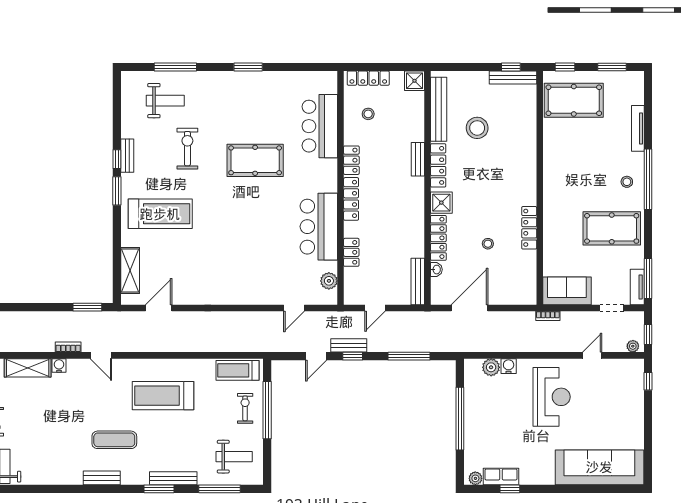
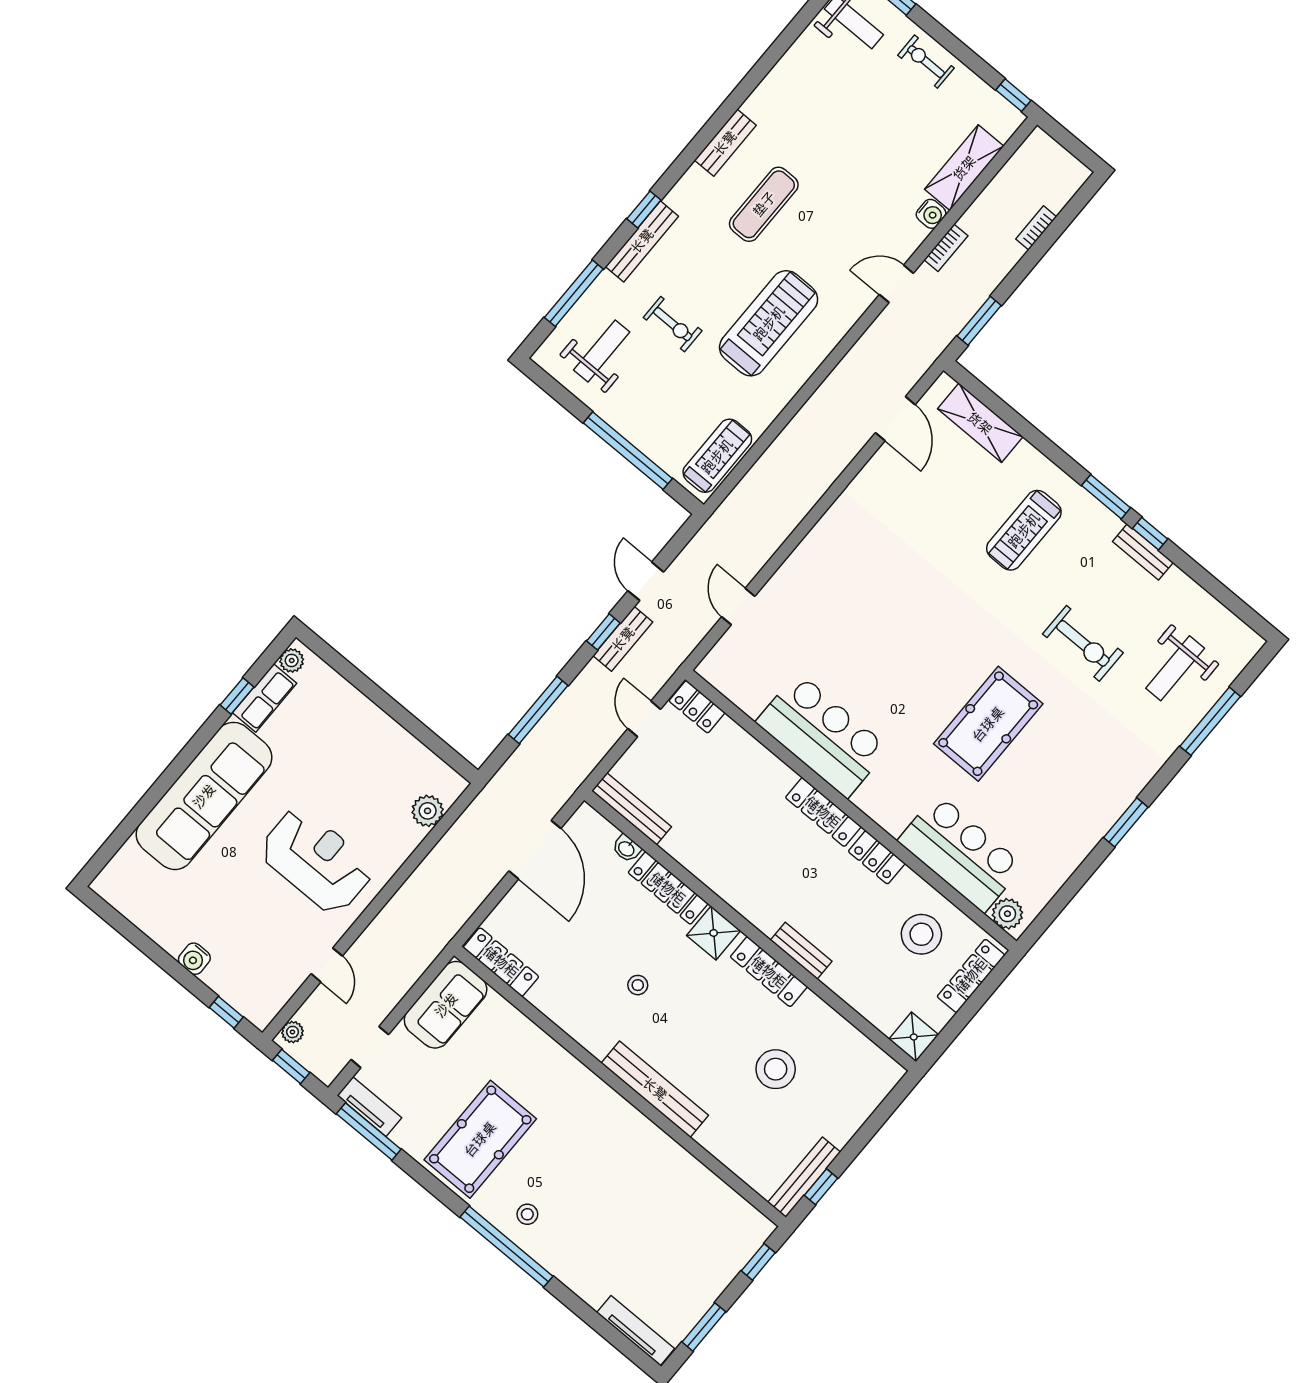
pool table: (574, 100) -> (702, 1235), removed
bench: (439, 109) -> (655, 1089), moved
stool: (368, 114) -> (921, 934), width x1.89, depth x1.89
tv unit: (638, 128) -> (636, 1331), moved
treadmill: (160, 214) -> (1024, 530), width x0.73, depth x0.73
locker: (529, 228) -> (501, 962), moved
stool: (488, 244) -> (638, 985), moved
locker: (351, 252) -> (697, 707), moved
plant: (329, 281) -> (1007, 914), moved
bookcase: (548, 316) -> (1036, 228), moved
water cooler: (509, 366) -> (194, 959), moved, turned 90
reception desk: (552, 397) -> (316, 861), turned 180
exercise bike: (245, 408) -> (673, 324), moved
window: (460, 419) -> (392, 708), removed
weight bench: (234, 457) -> (602, 351), turned 180
sofa: (599, 467) -> (204, 796), moved
window: (159, 489) -> (644, 209), width x0.67

